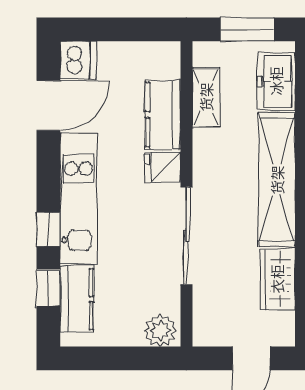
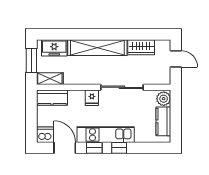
shelving: (206, 97) -> (50, 79), moved
kitchen counter: (163, 115) -> (52, 98), moved
window: (48, 288) -> (94, 148), moved
kitchen counter: (77, 299) -> (163, 121), moved, turned -90

